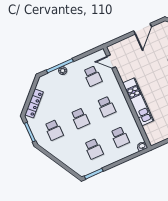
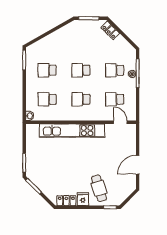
door: (143, 29) -> (138, 165), hinge flipped
door: (111, 62) -> (120, 122), hinge flipped
kitchen unit: (138, 102) -> (72, 131), width x1.36
locker: (34, 103) -> (110, 30), width x0.66
school desk: (54, 130) -> (115, 70), moved

